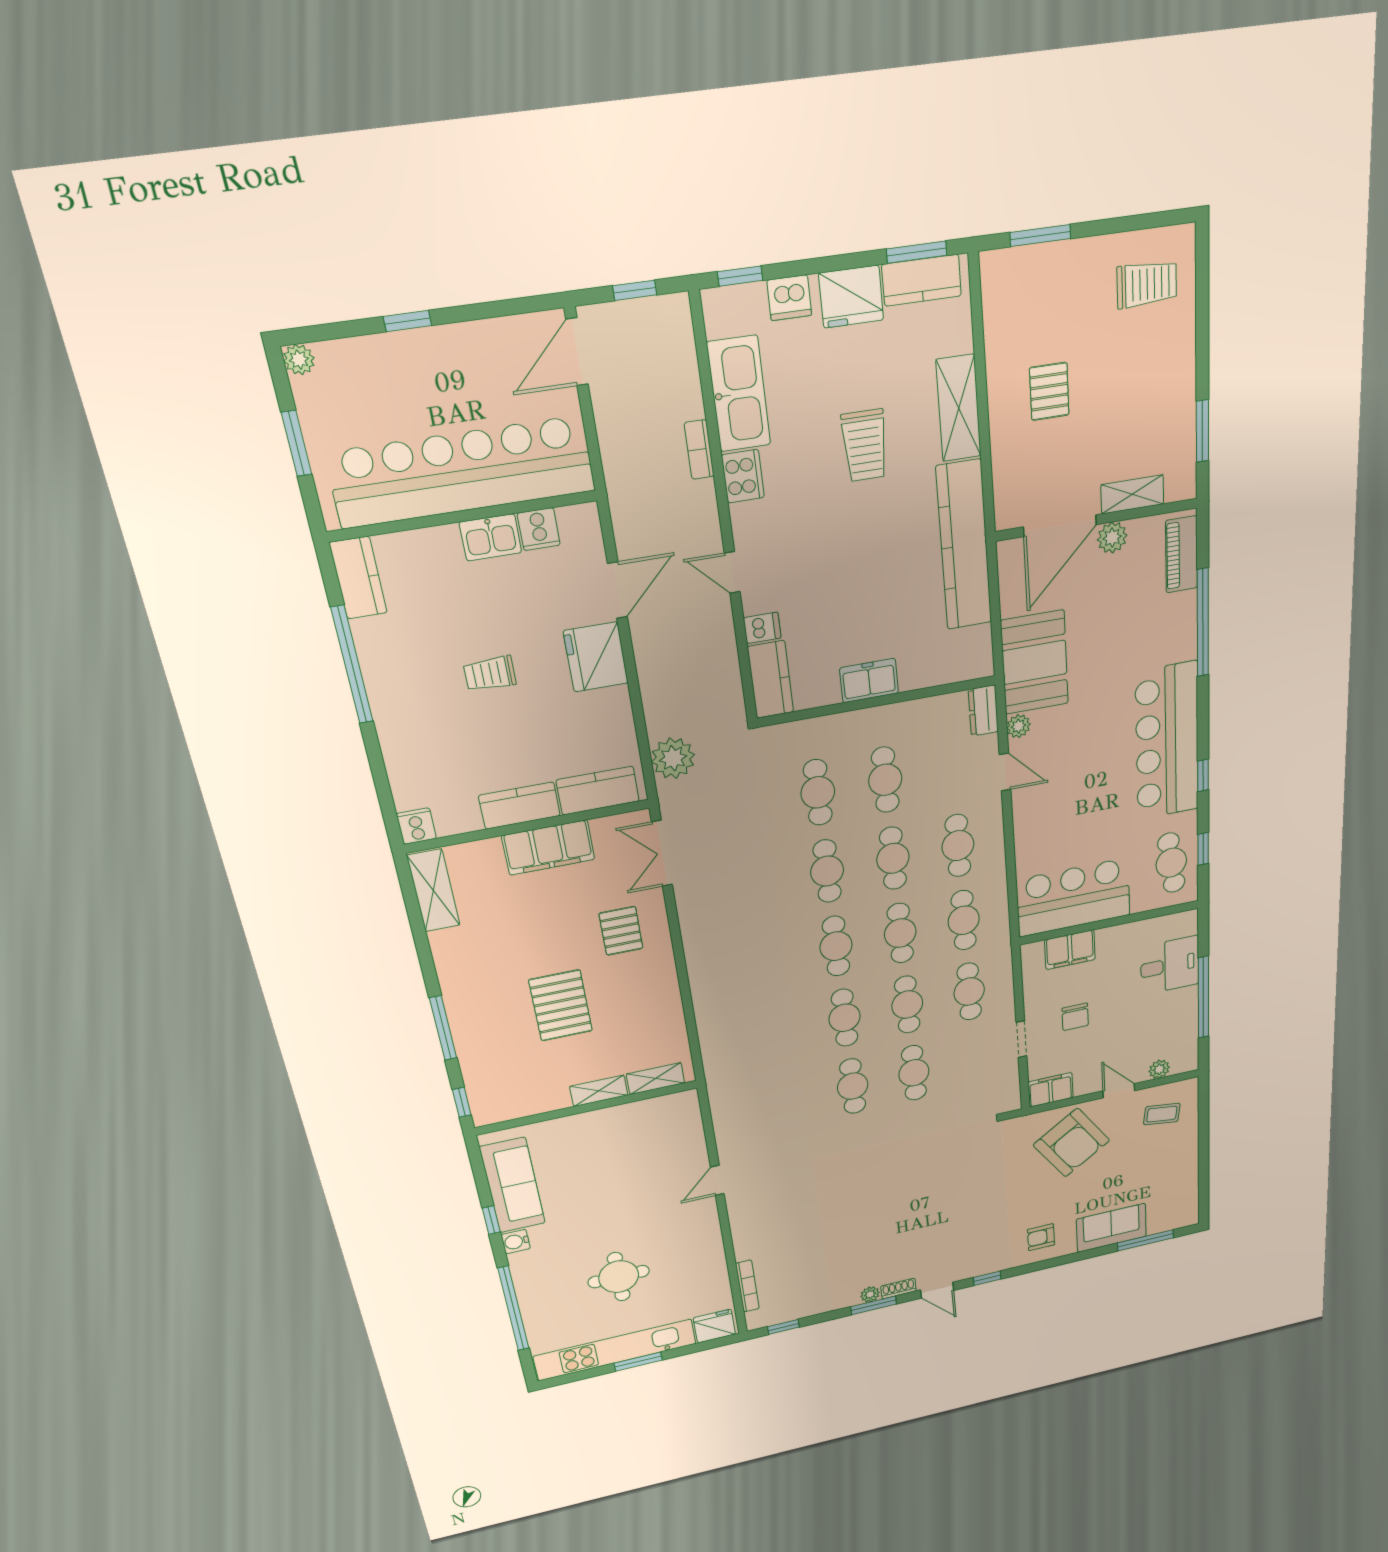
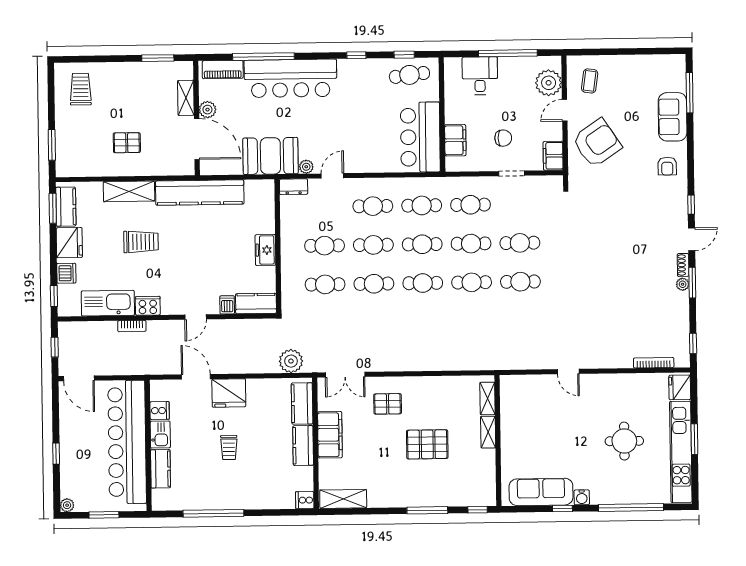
kitchen counter: (358, 578) -> (161, 469), moved, turned 90
bar counter: (1167, 741) -> (290, 78), moved
plant: (1159, 1069) -> (549, 83), width x1.88, depth x1.88

